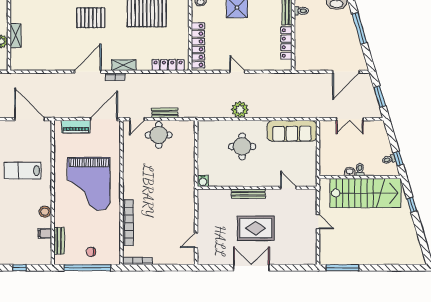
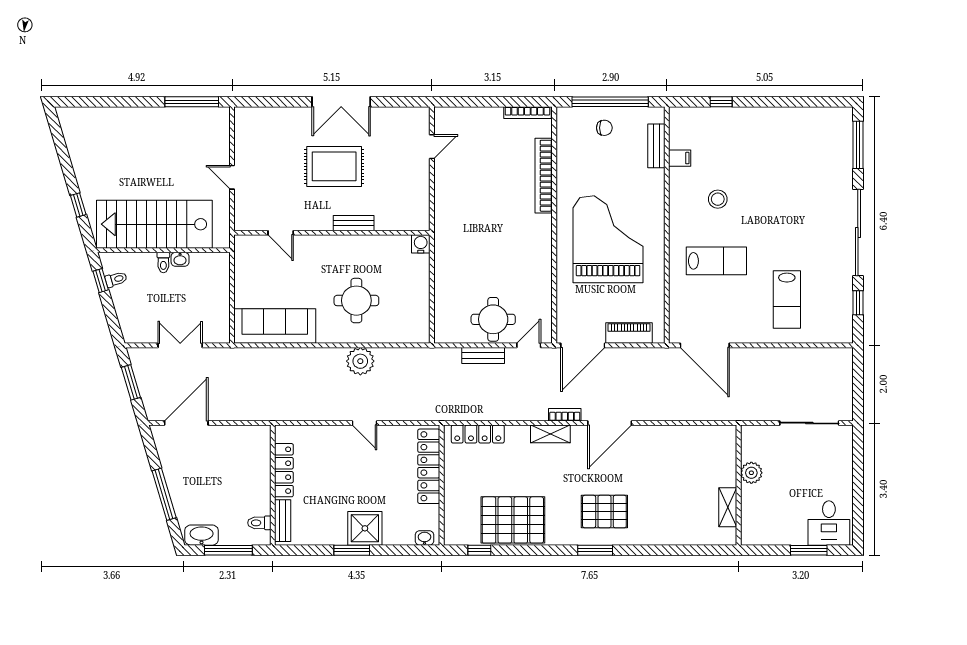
shelving: (16, 36) -> (728, 507), moved
bench: (248, 194) -> (354, 223), width x0.73
stool: (45, 212) -> (718, 199), moved

